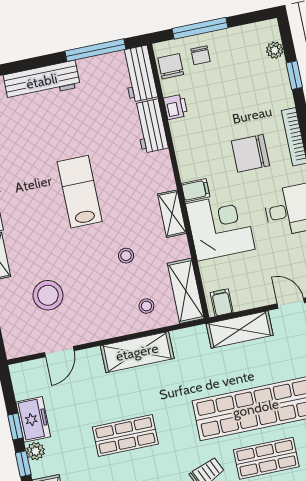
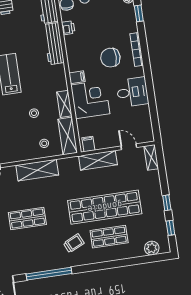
workbench: (151, 126) -> (54, 44), width x1.38
shelving: (172, 214) -> (64, 104), moved

